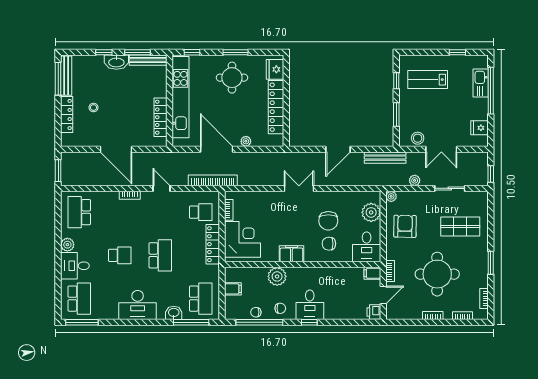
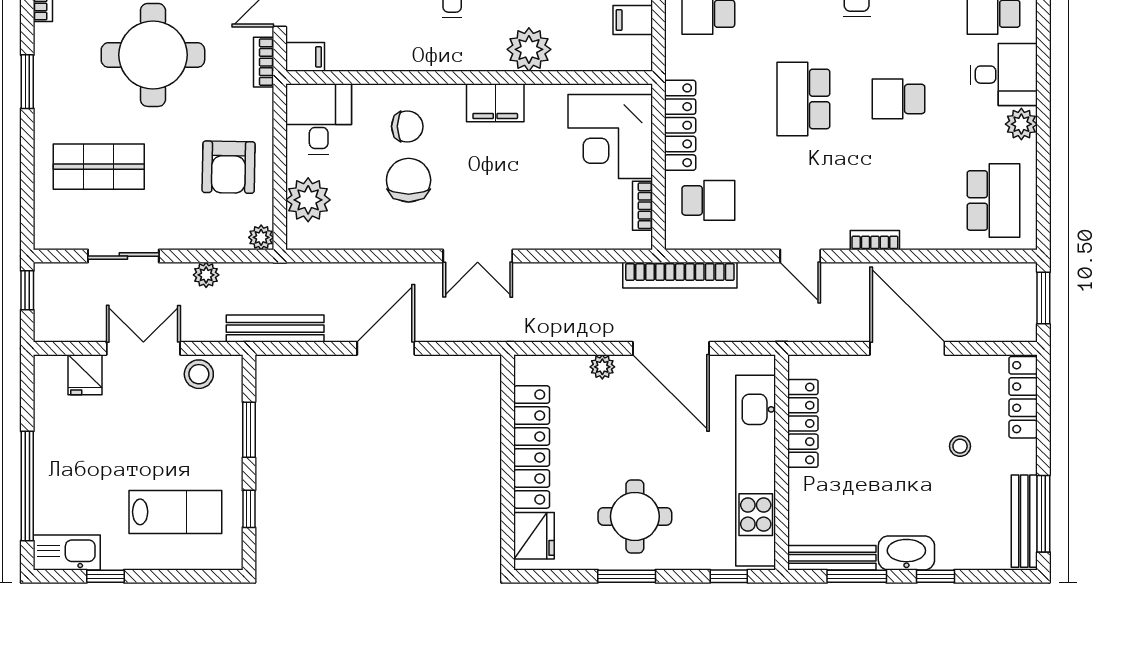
kitchen sink: (481, 83) -> (67, 552), moved, turned -90
locker: (67, 114) -> (1023, 397), moved
fridge: (480, 128) -> (85, 375), moved, turned 90
school desk: (201, 212) -> (708, 200), turned 180

